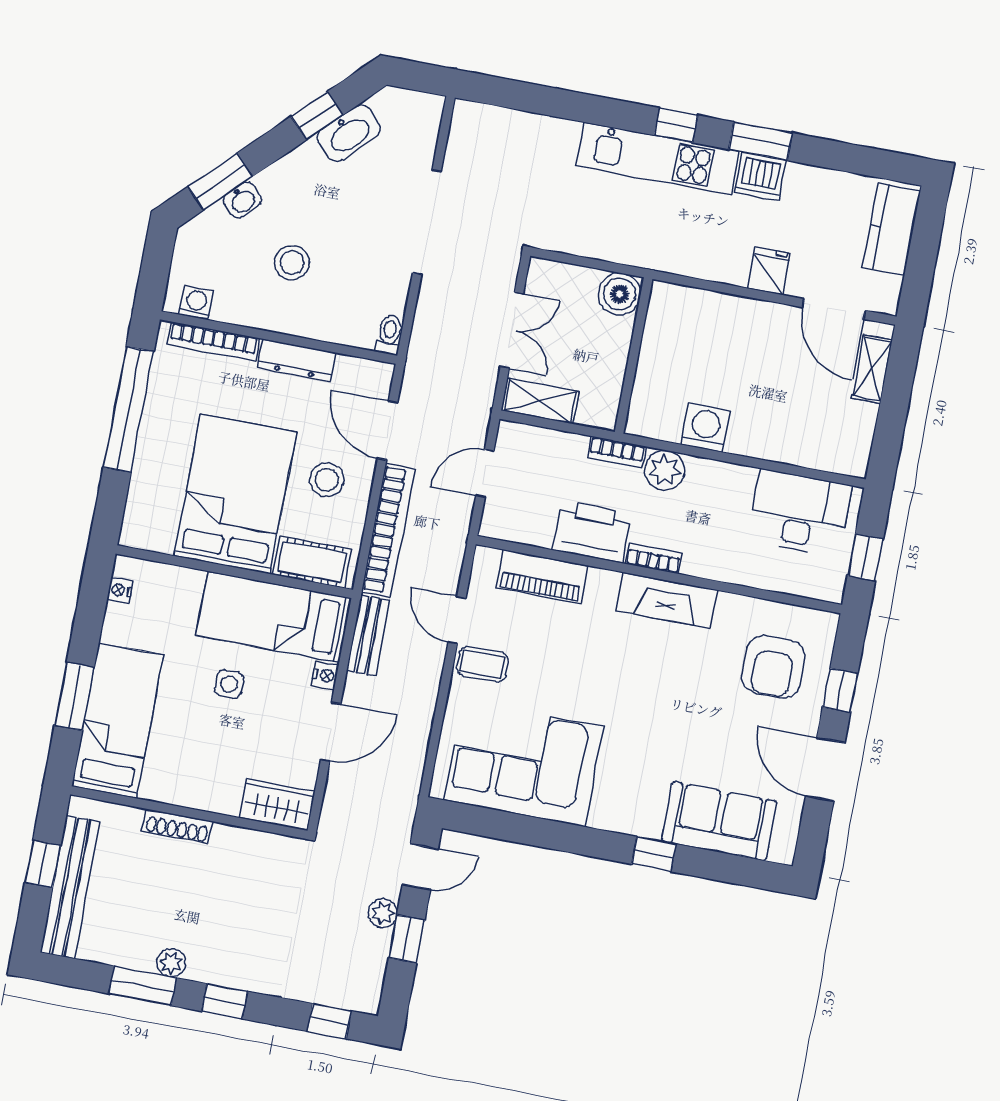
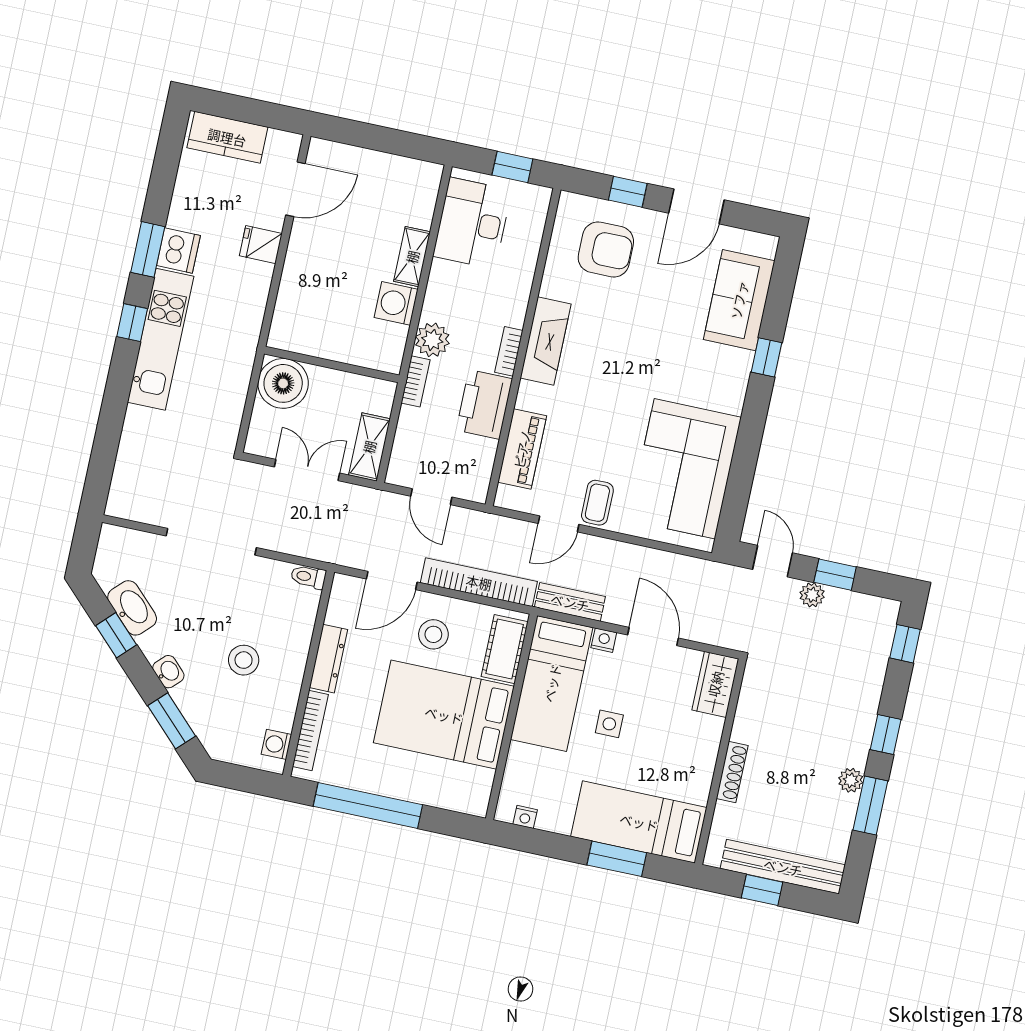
washbasin: (242, 200) -> (168, 672), moved
boiler: (620, 294) -> (283, 383), width x1.37, depth x1.37
shelving: (872, 369) -> (412, 257), moved, turned 90

